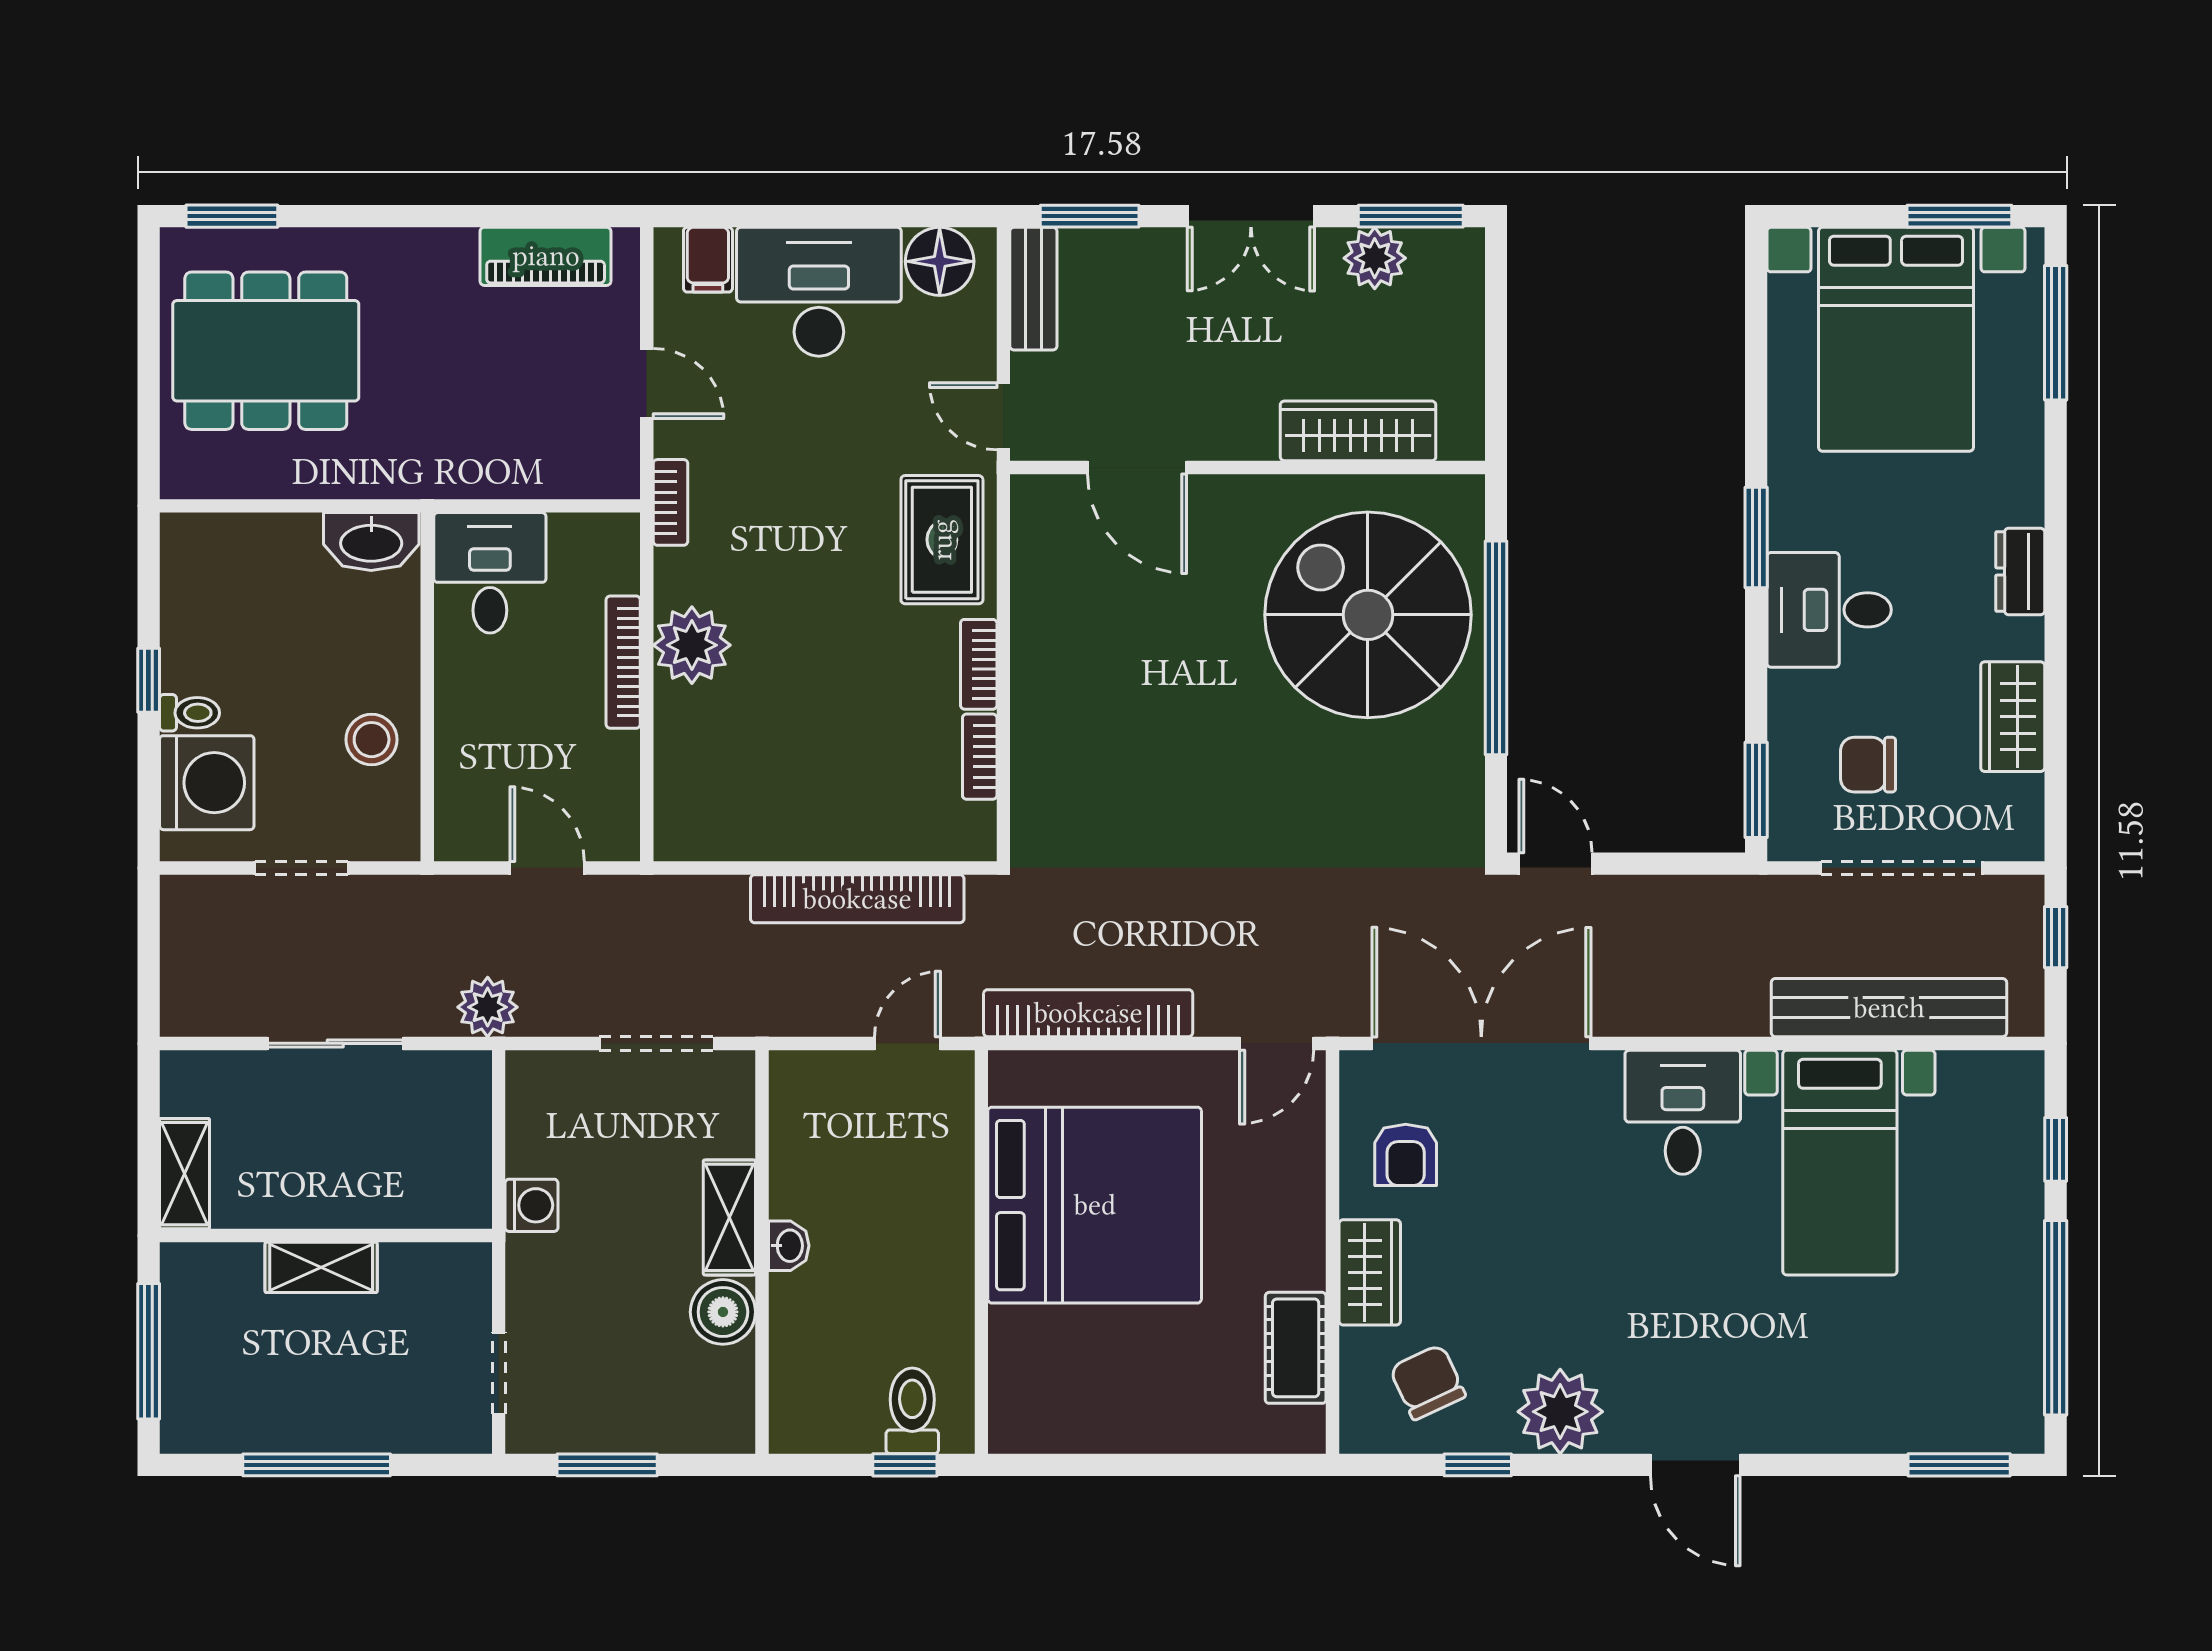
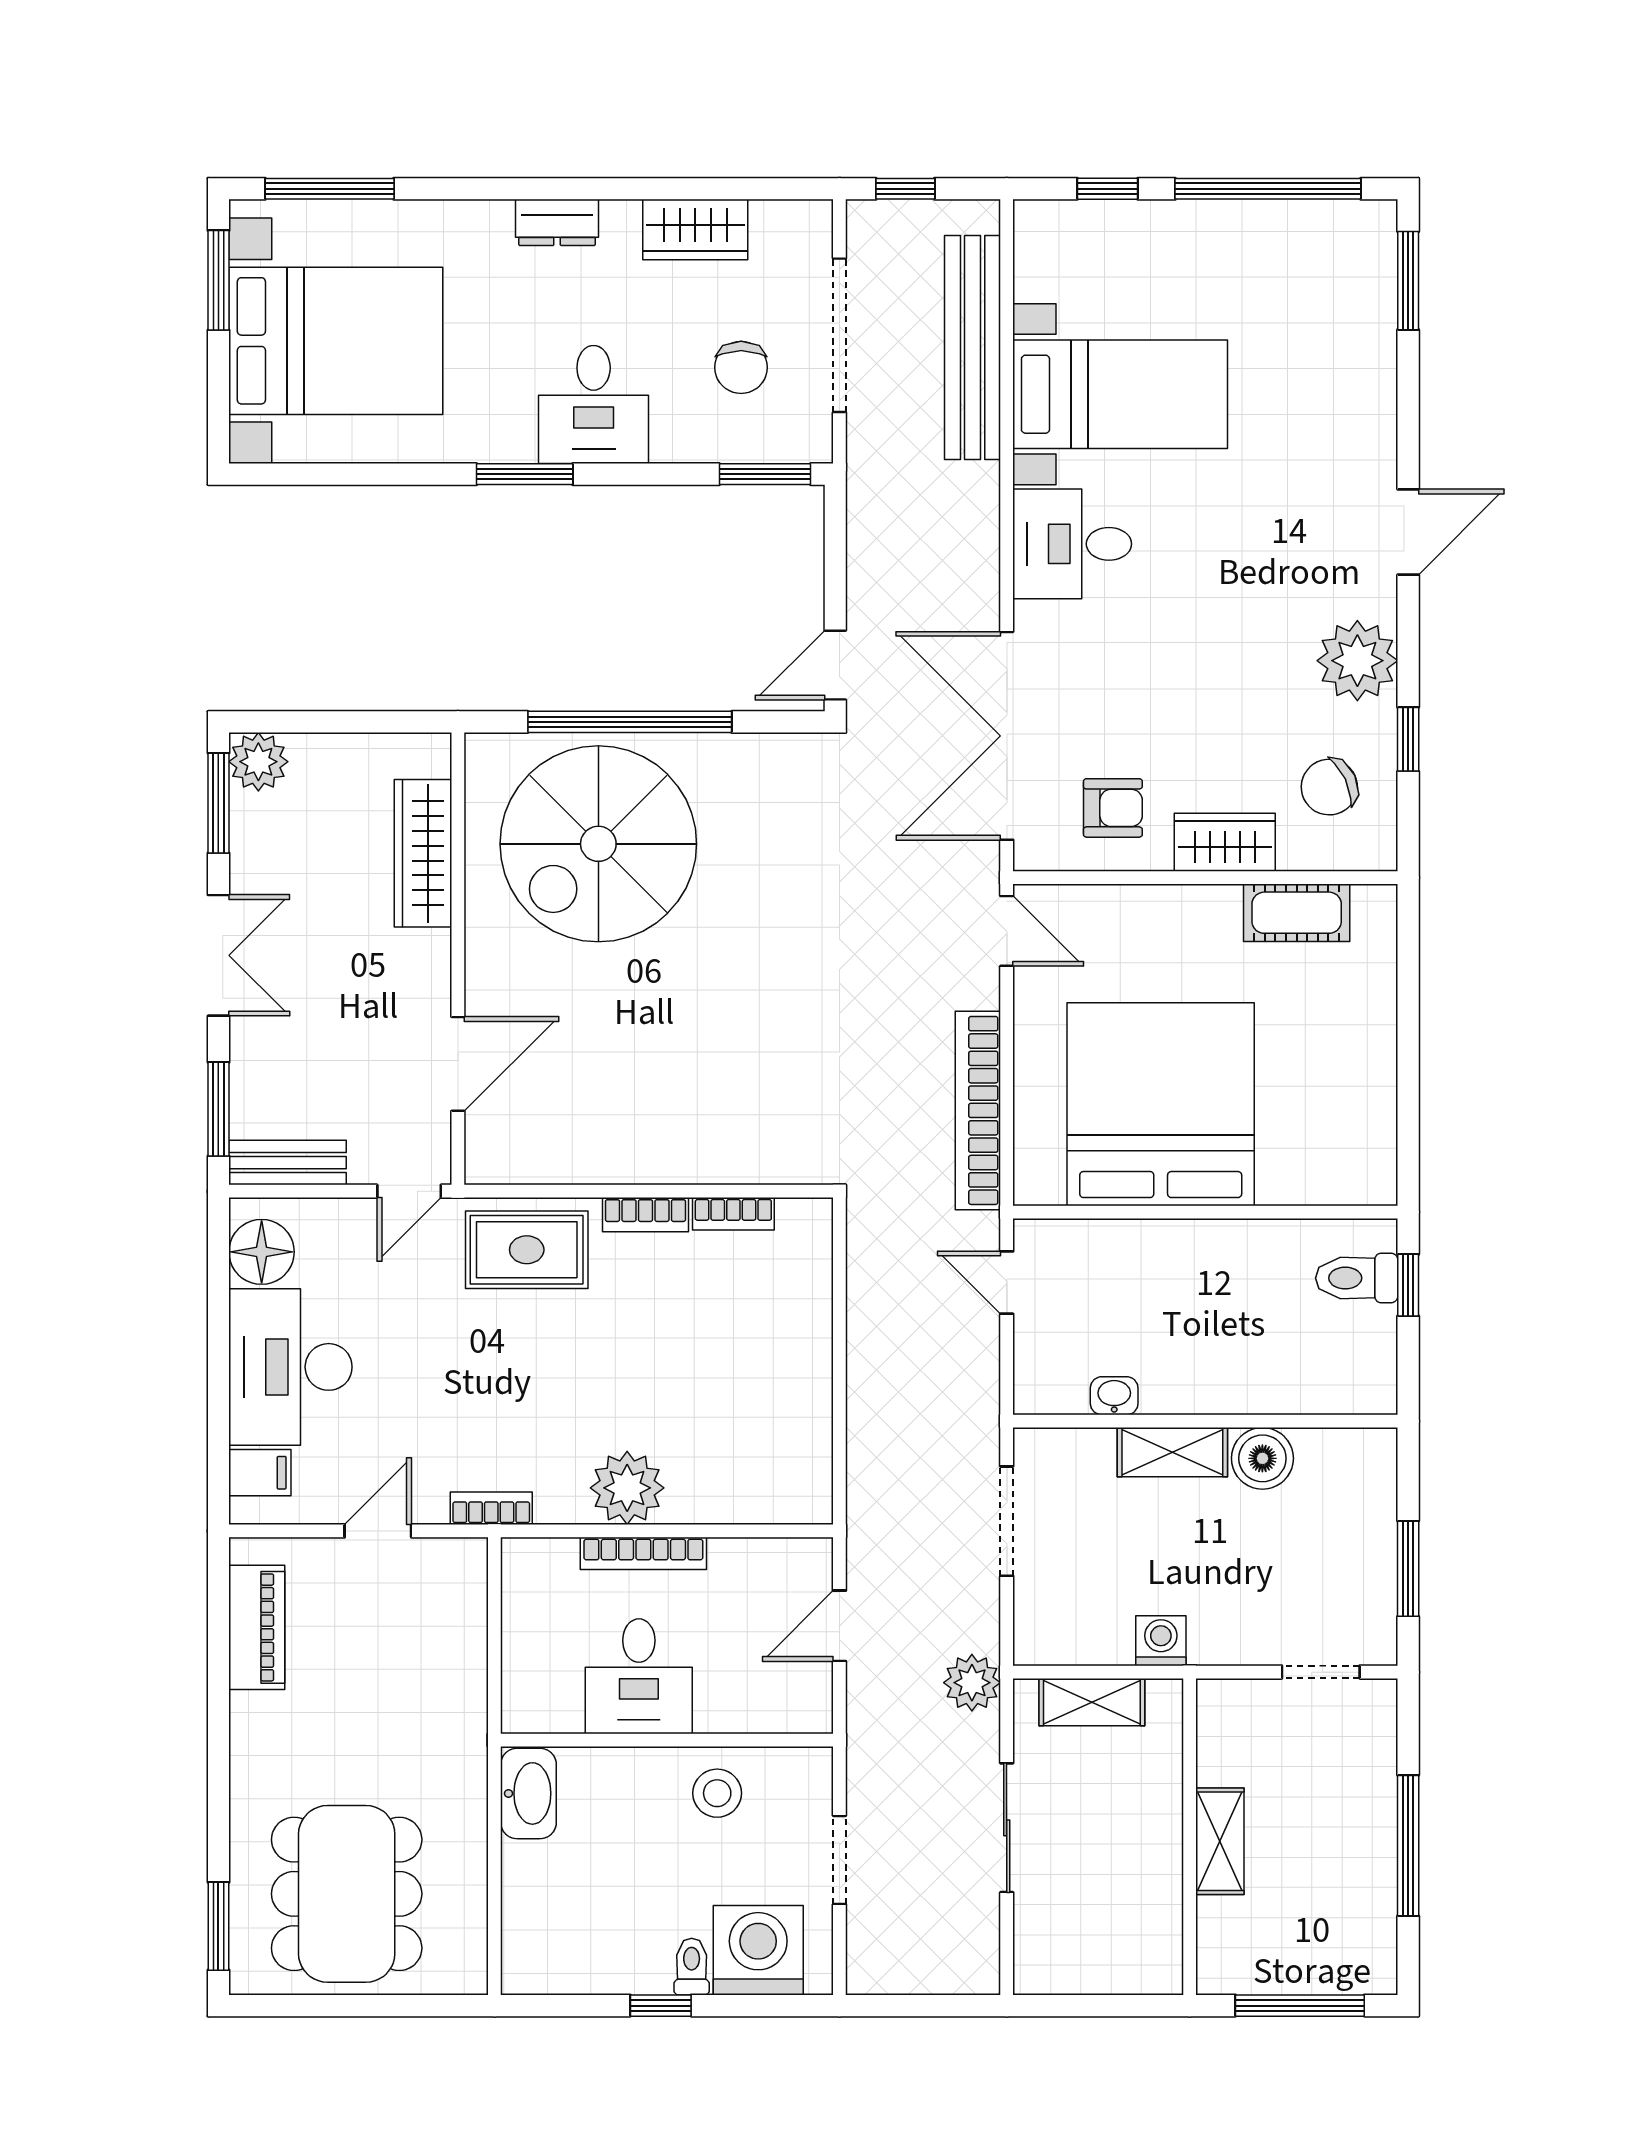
plant: (1375, 258) -> (258, 762), moved
desk: (490, 573) -> (639, 1676), moved, turned -90
bookcase: (857, 899) -> (869, 1330), removed
shelving: (184, 1174) -> (1092, 1702), moved
washbasin: (789, 1246) -> (1114, 1396), moved

